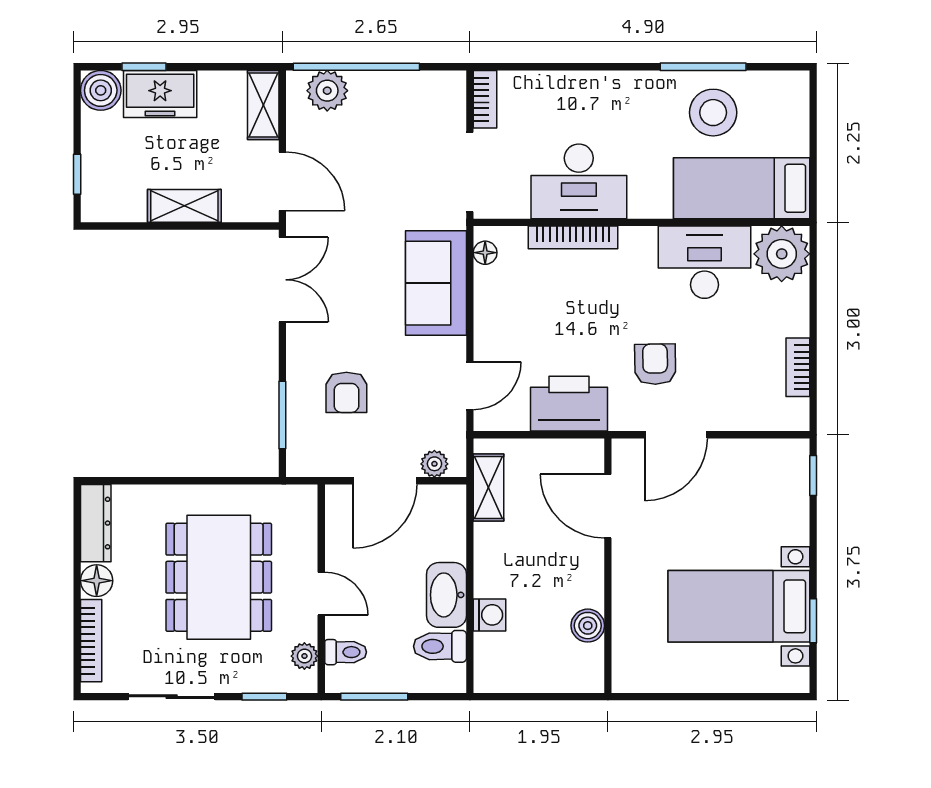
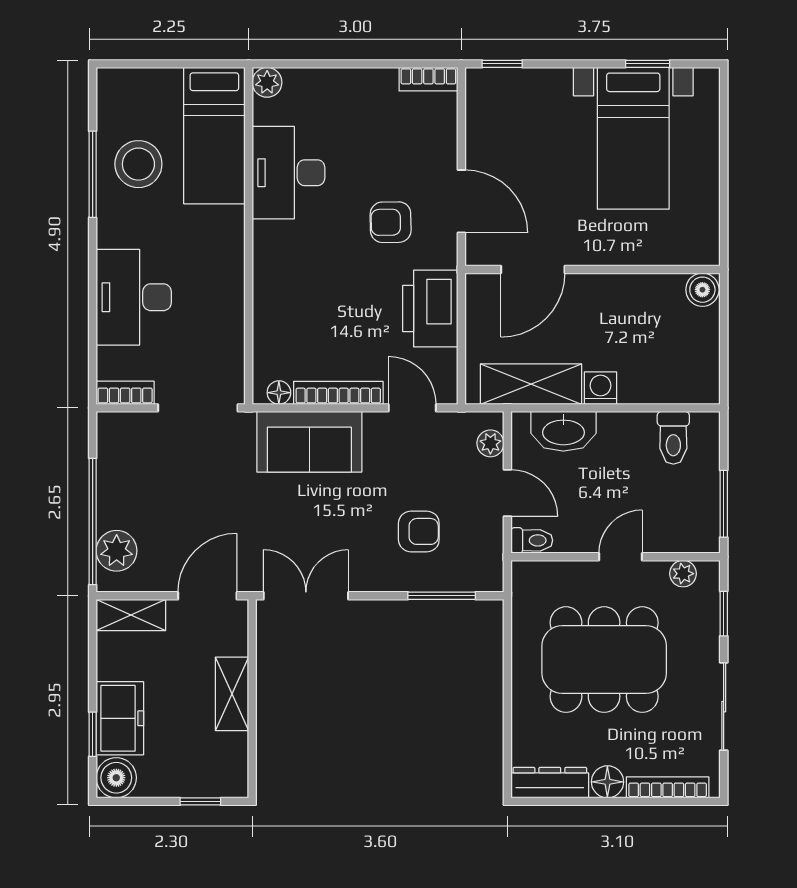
desk: (579, 181) -> (134, 297), moved, turned 180
bookcase: (573, 237) -> (338, 393), moved, turned -90
plant: (782, 254) -> (267, 82), width x0.53, depth x0.53
bookcase: (798, 367) -> (428, 79), moved
door: (385, 481) -> (507, 493), width x0.73
shelving: (489, 487) -> (531, 384), width x1.50, depth x1.33
washbasin: (446, 595) -> (563, 431), moved
washing machine: (490, 615) -> (601, 388), moved
boiler: (588, 626) -> (702, 290), moved
toilet: (346, 652) -> (532, 540), moved, turned 90

